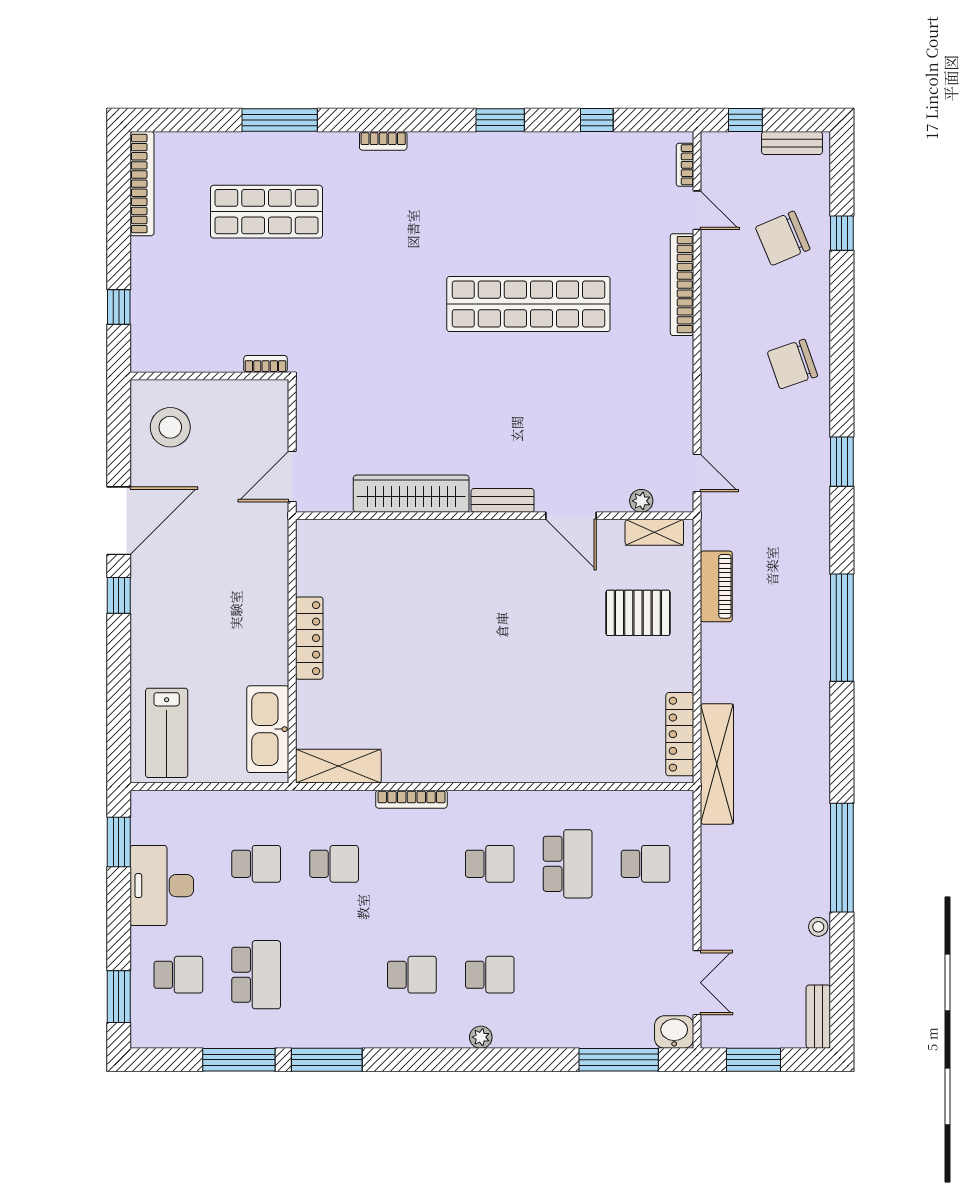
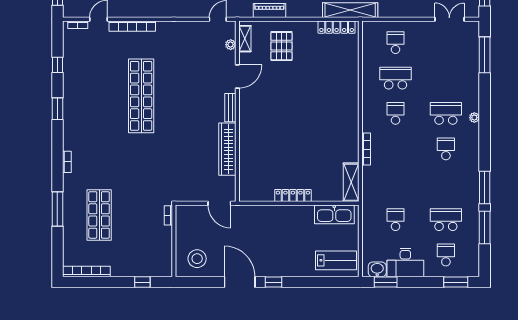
school desk: (334, 864) -> (395, 184), removed
school desk: (490, 975) -> (446, 113), width x1.85
washbasin: (674, 1032) -> (377, 269), moved, turned 90

